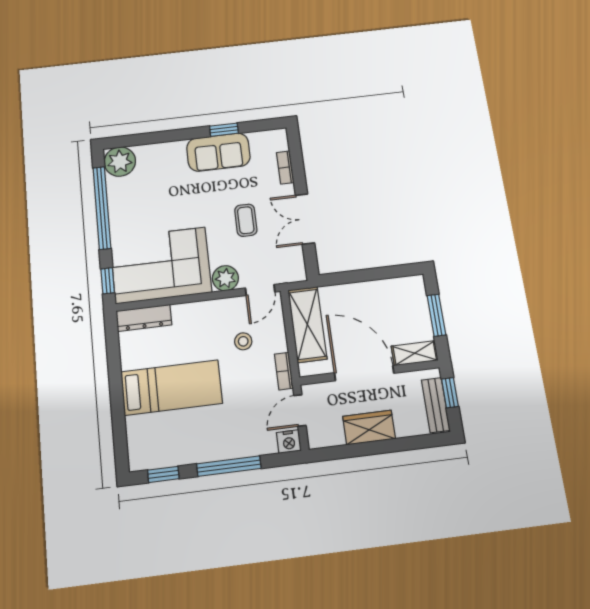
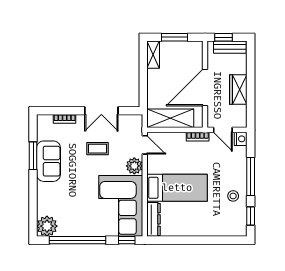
window: (224, 130) -> (33, 156), width x1.50
stool: (243, 341) -> (233, 196), moved
shelving: (415, 353) -> (153, 55), moved
bed: (171, 388) -> (177, 188), moved, turned 90

